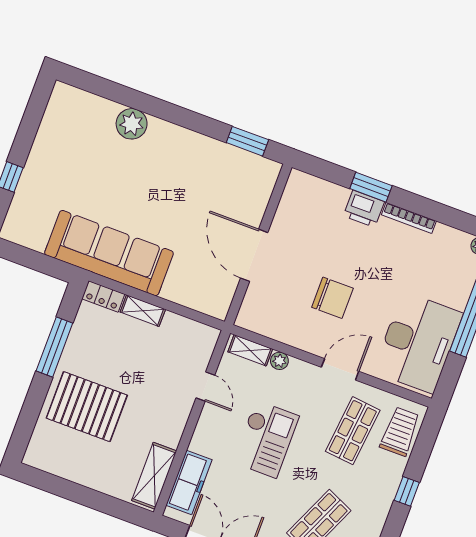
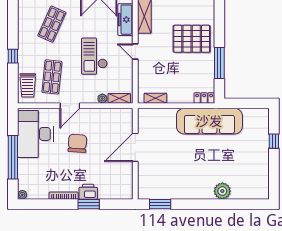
door: (254, 255) -> (135, 147), swing flipped
chair: (332, 298) -> (77, 143), moved, turned 94
shelving: (143, 311) -> (155, 98), moved
door: (205, 387) -> (135, 52), moved

